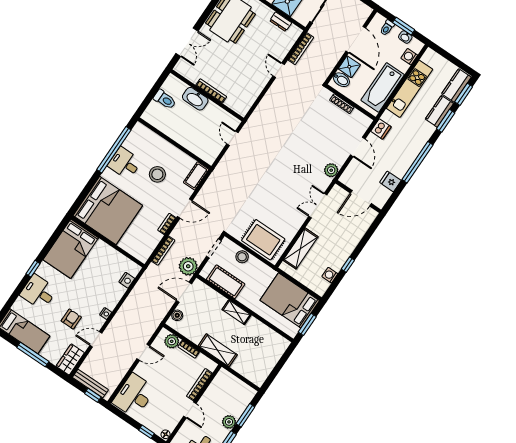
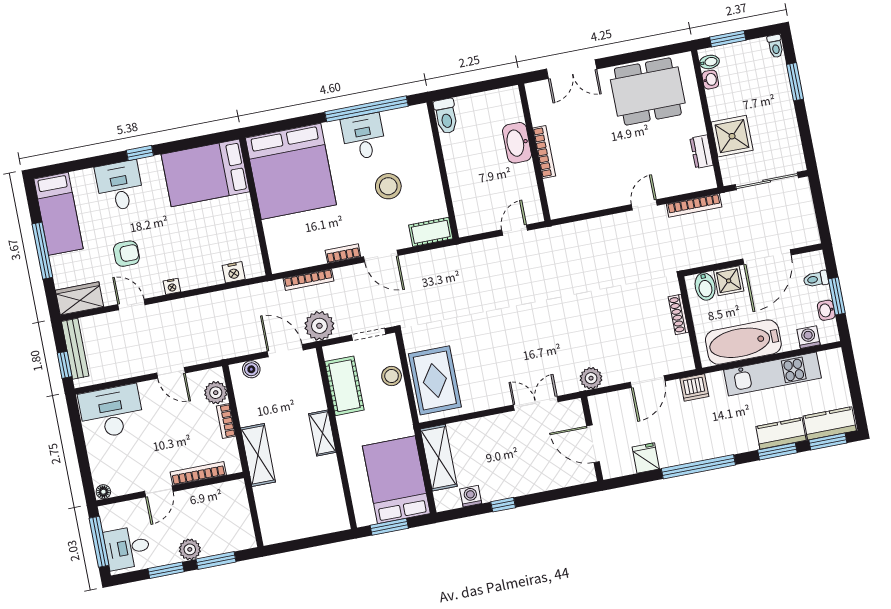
toilet: (165, 99) -> (446, 116), moved
shelving: (301, 248) -> (439, 458), moved, turned 90
window: (146, 432) -> (85, 467), removed

